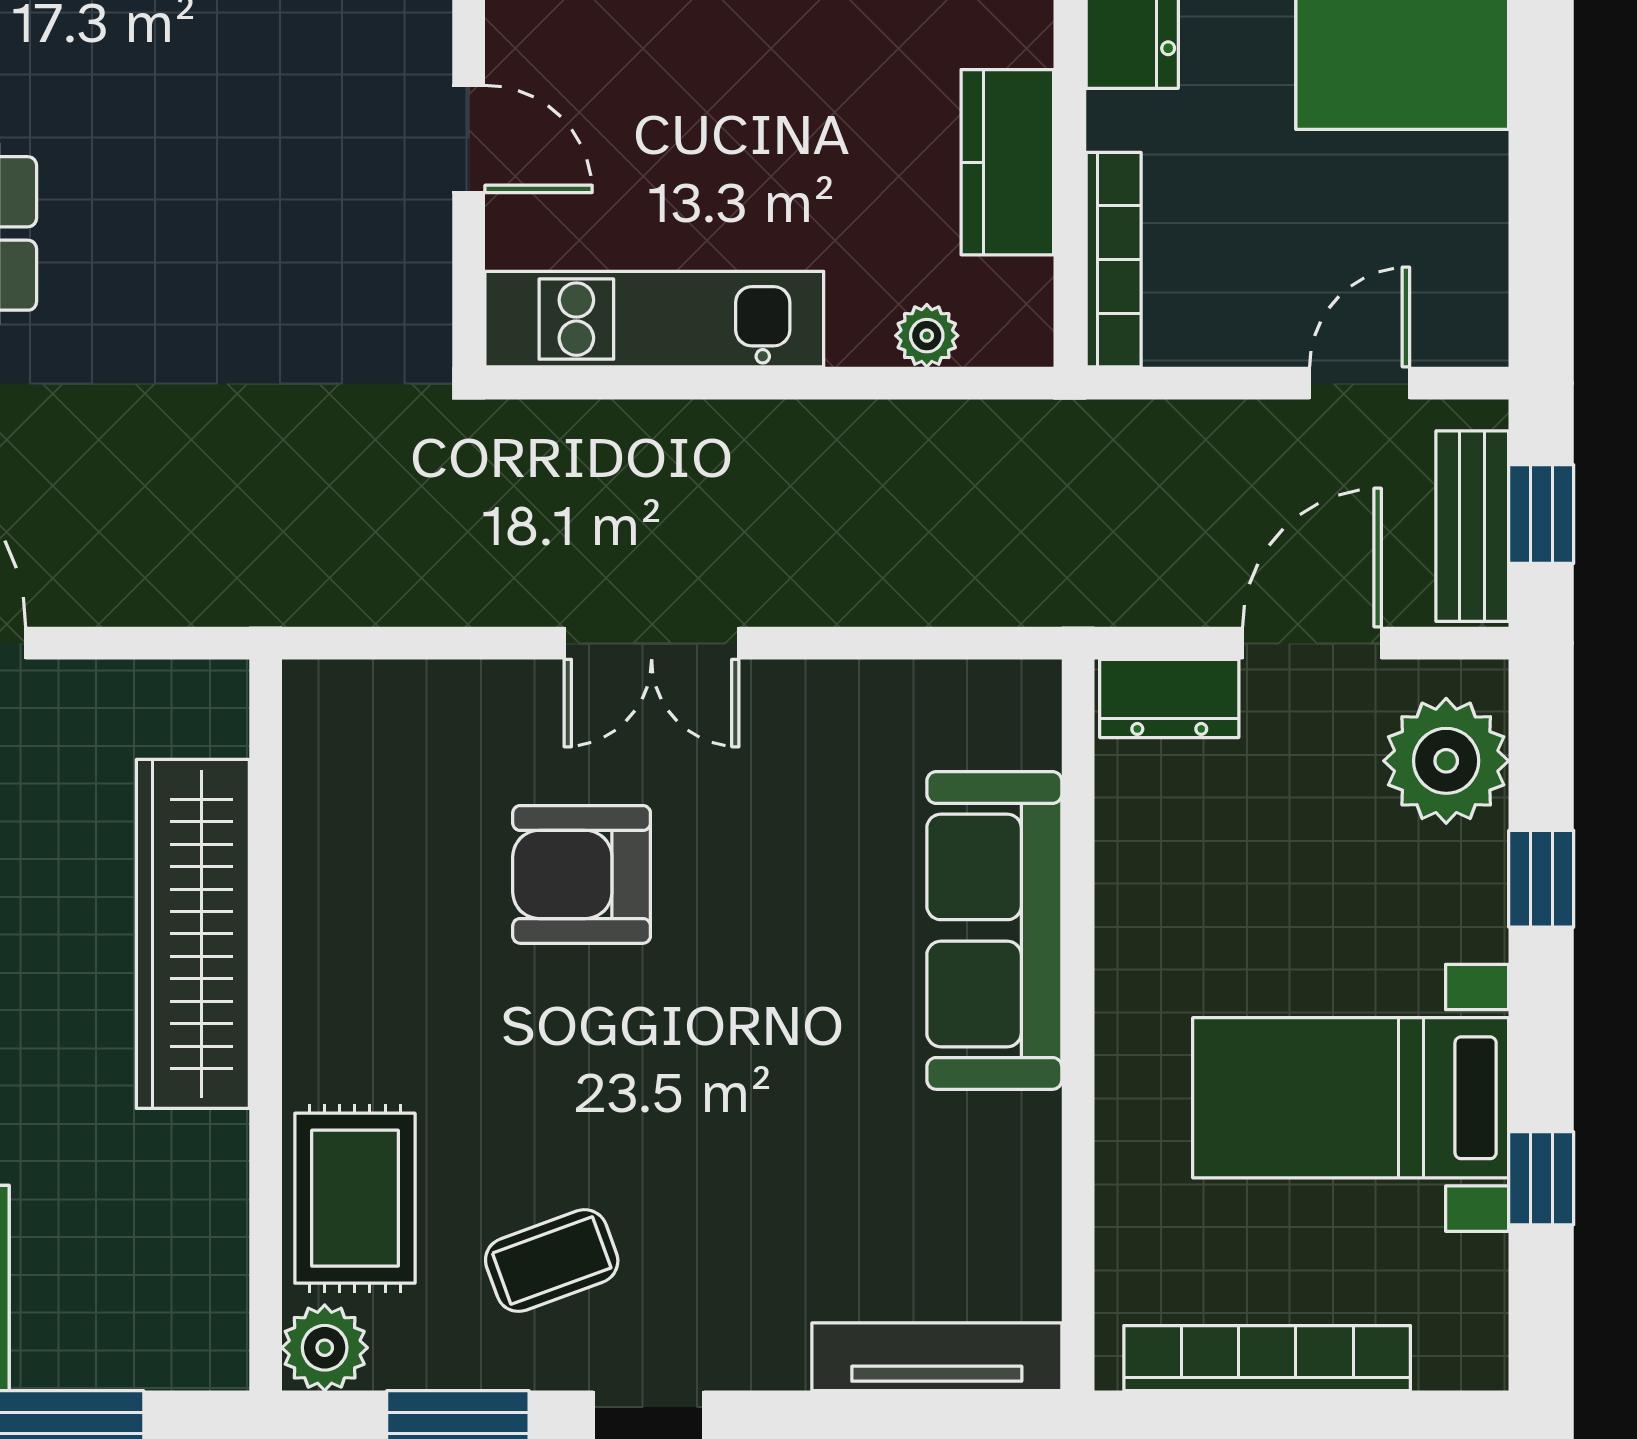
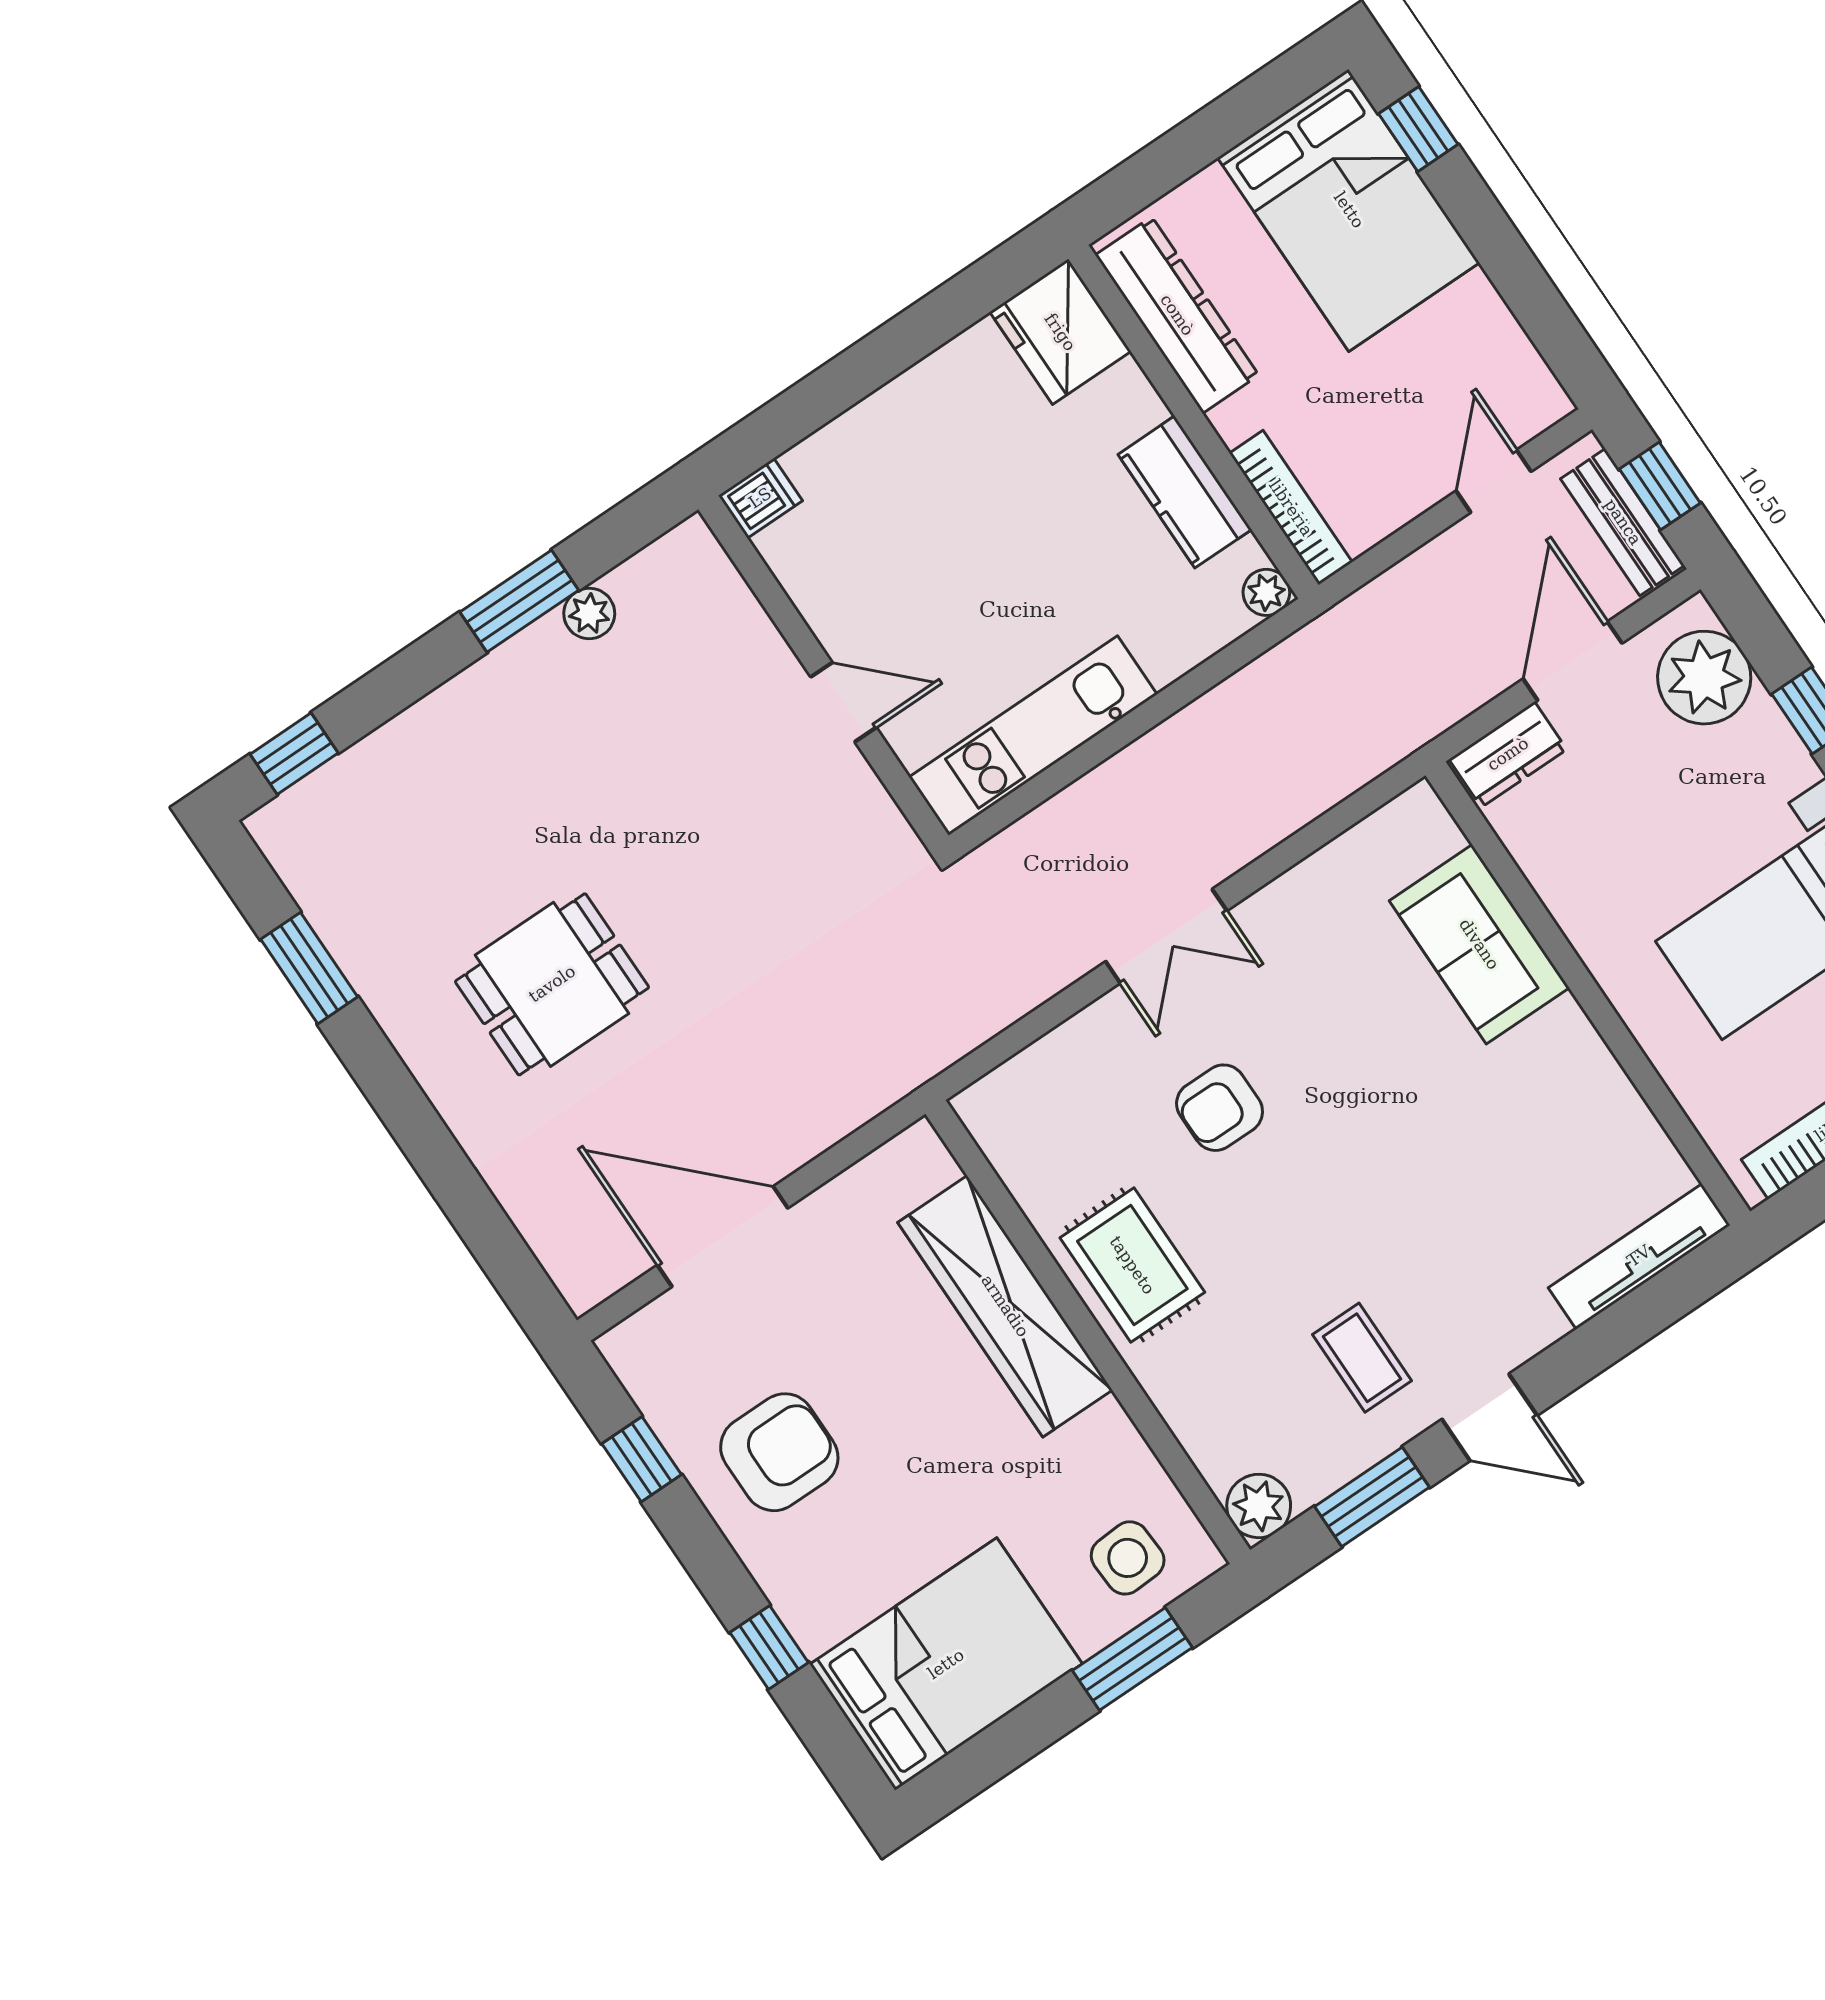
plant: (927, 336) -> (1266, 592), moved
armchair: (582, 874) -> (1220, 1108), width x0.72, depth x0.72
sofa: (994, 930) -> (1479, 944), width x0.73
rug: (355, 1198) -> (1132, 1265), moved
coffee table: (552, 1261) -> (1362, 1358), turned -70
side table: (139, 1307) -> (1128, 1558), added

